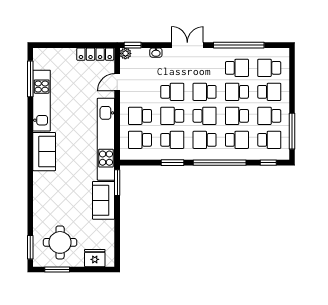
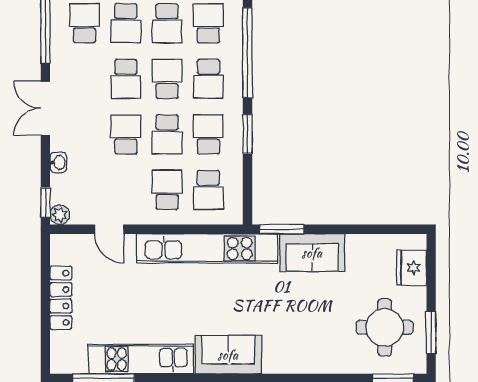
locker: (95, 54) -> (61, 298), moved
school desk: (140, 116) -> (167, 190), turned 180

